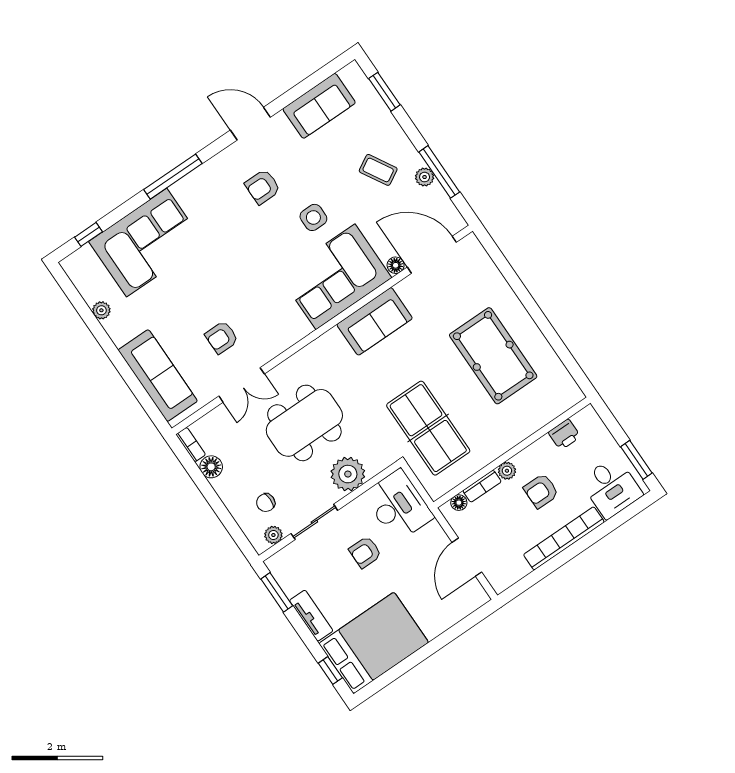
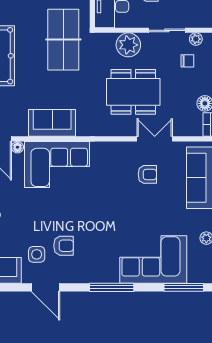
side table: (313, 217) -> (37, 254), moved
window: (88, 234) -> (184, 287), width x2.17

